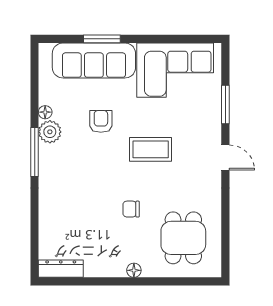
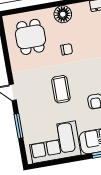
coffee table: (151, 149) -> (61, 89), turned 90
floor lamp: (134, 270) -> (63, 14), width x1.89, depth x1.89

